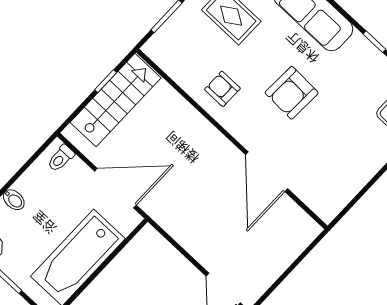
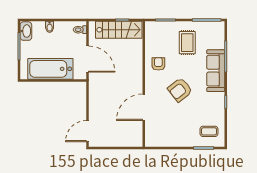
armchair: (292, 93) -> (180, 90), turned -40

